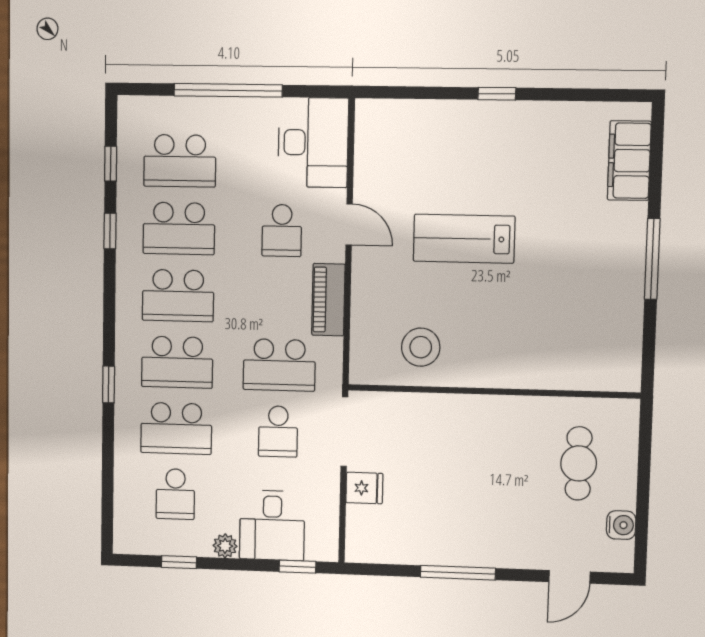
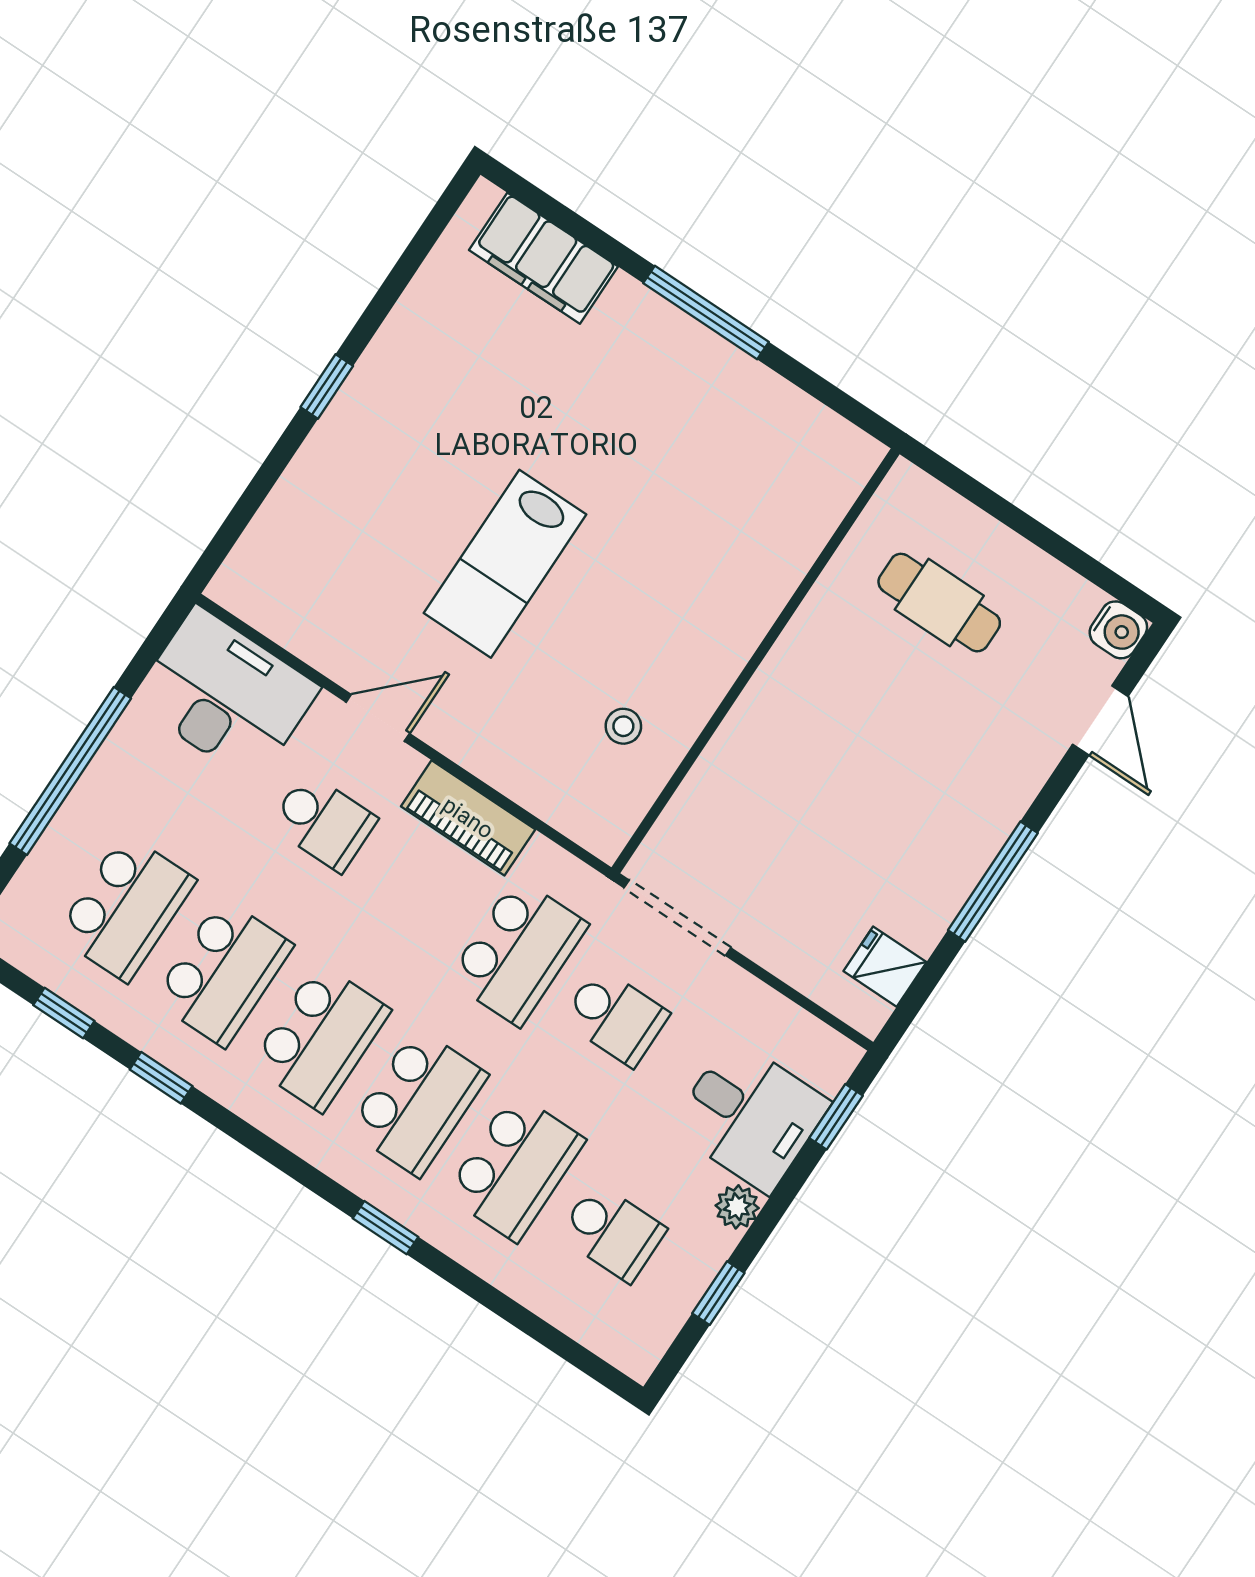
stool: (421, 347) -> (623, 726), width x0.53, depth x0.53
fridge: (364, 488) -> (885, 967), moved, turned -90
water cooler: (621, 525) -> (1118, 630), moved, turned 90

